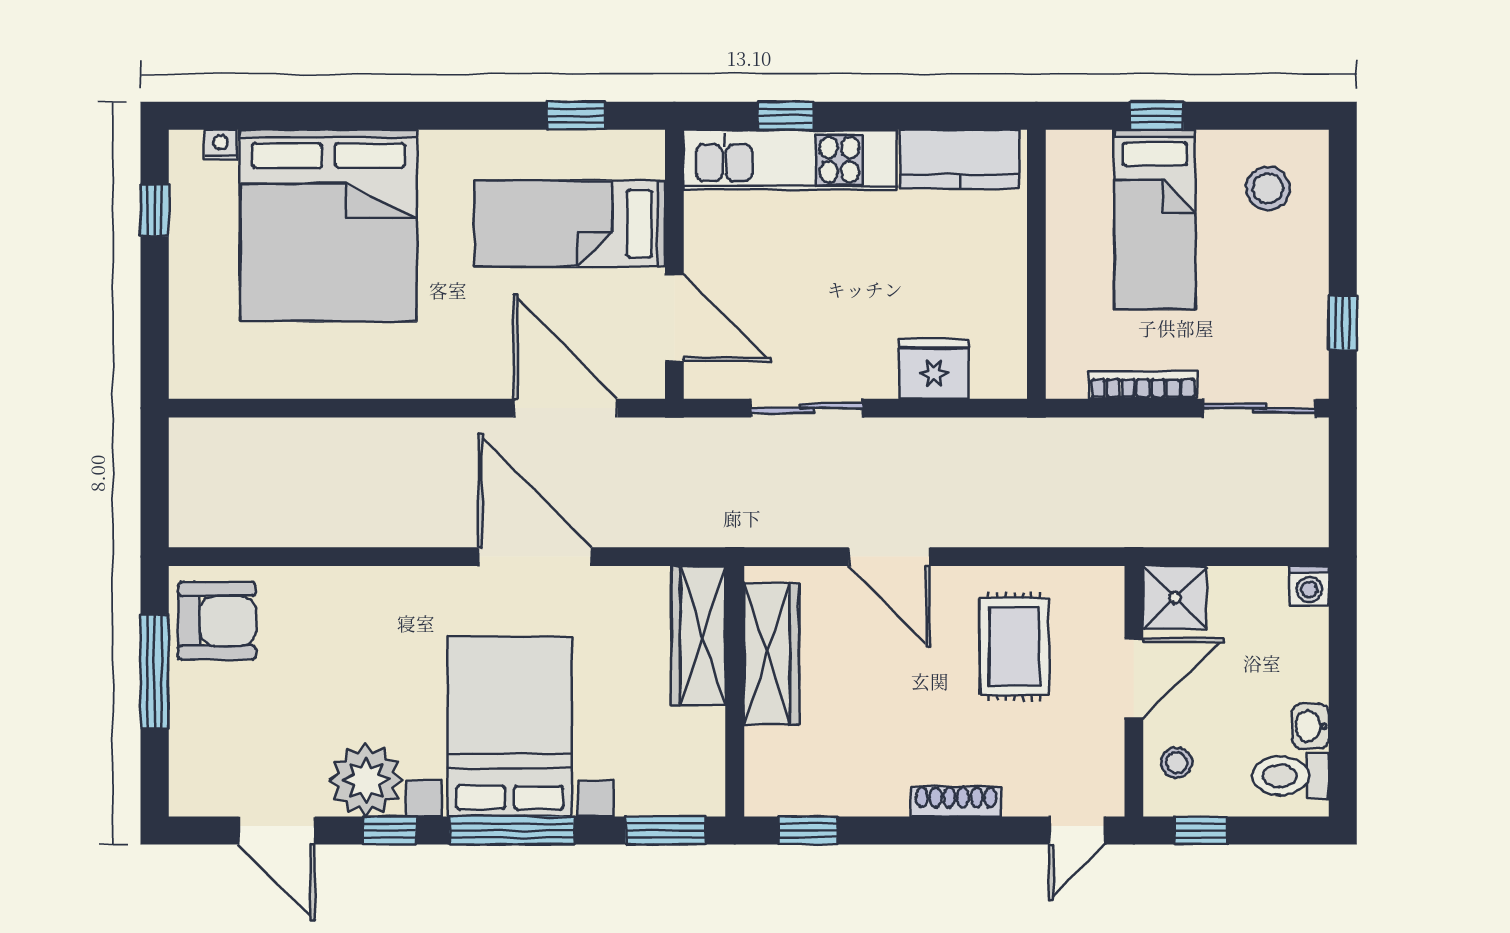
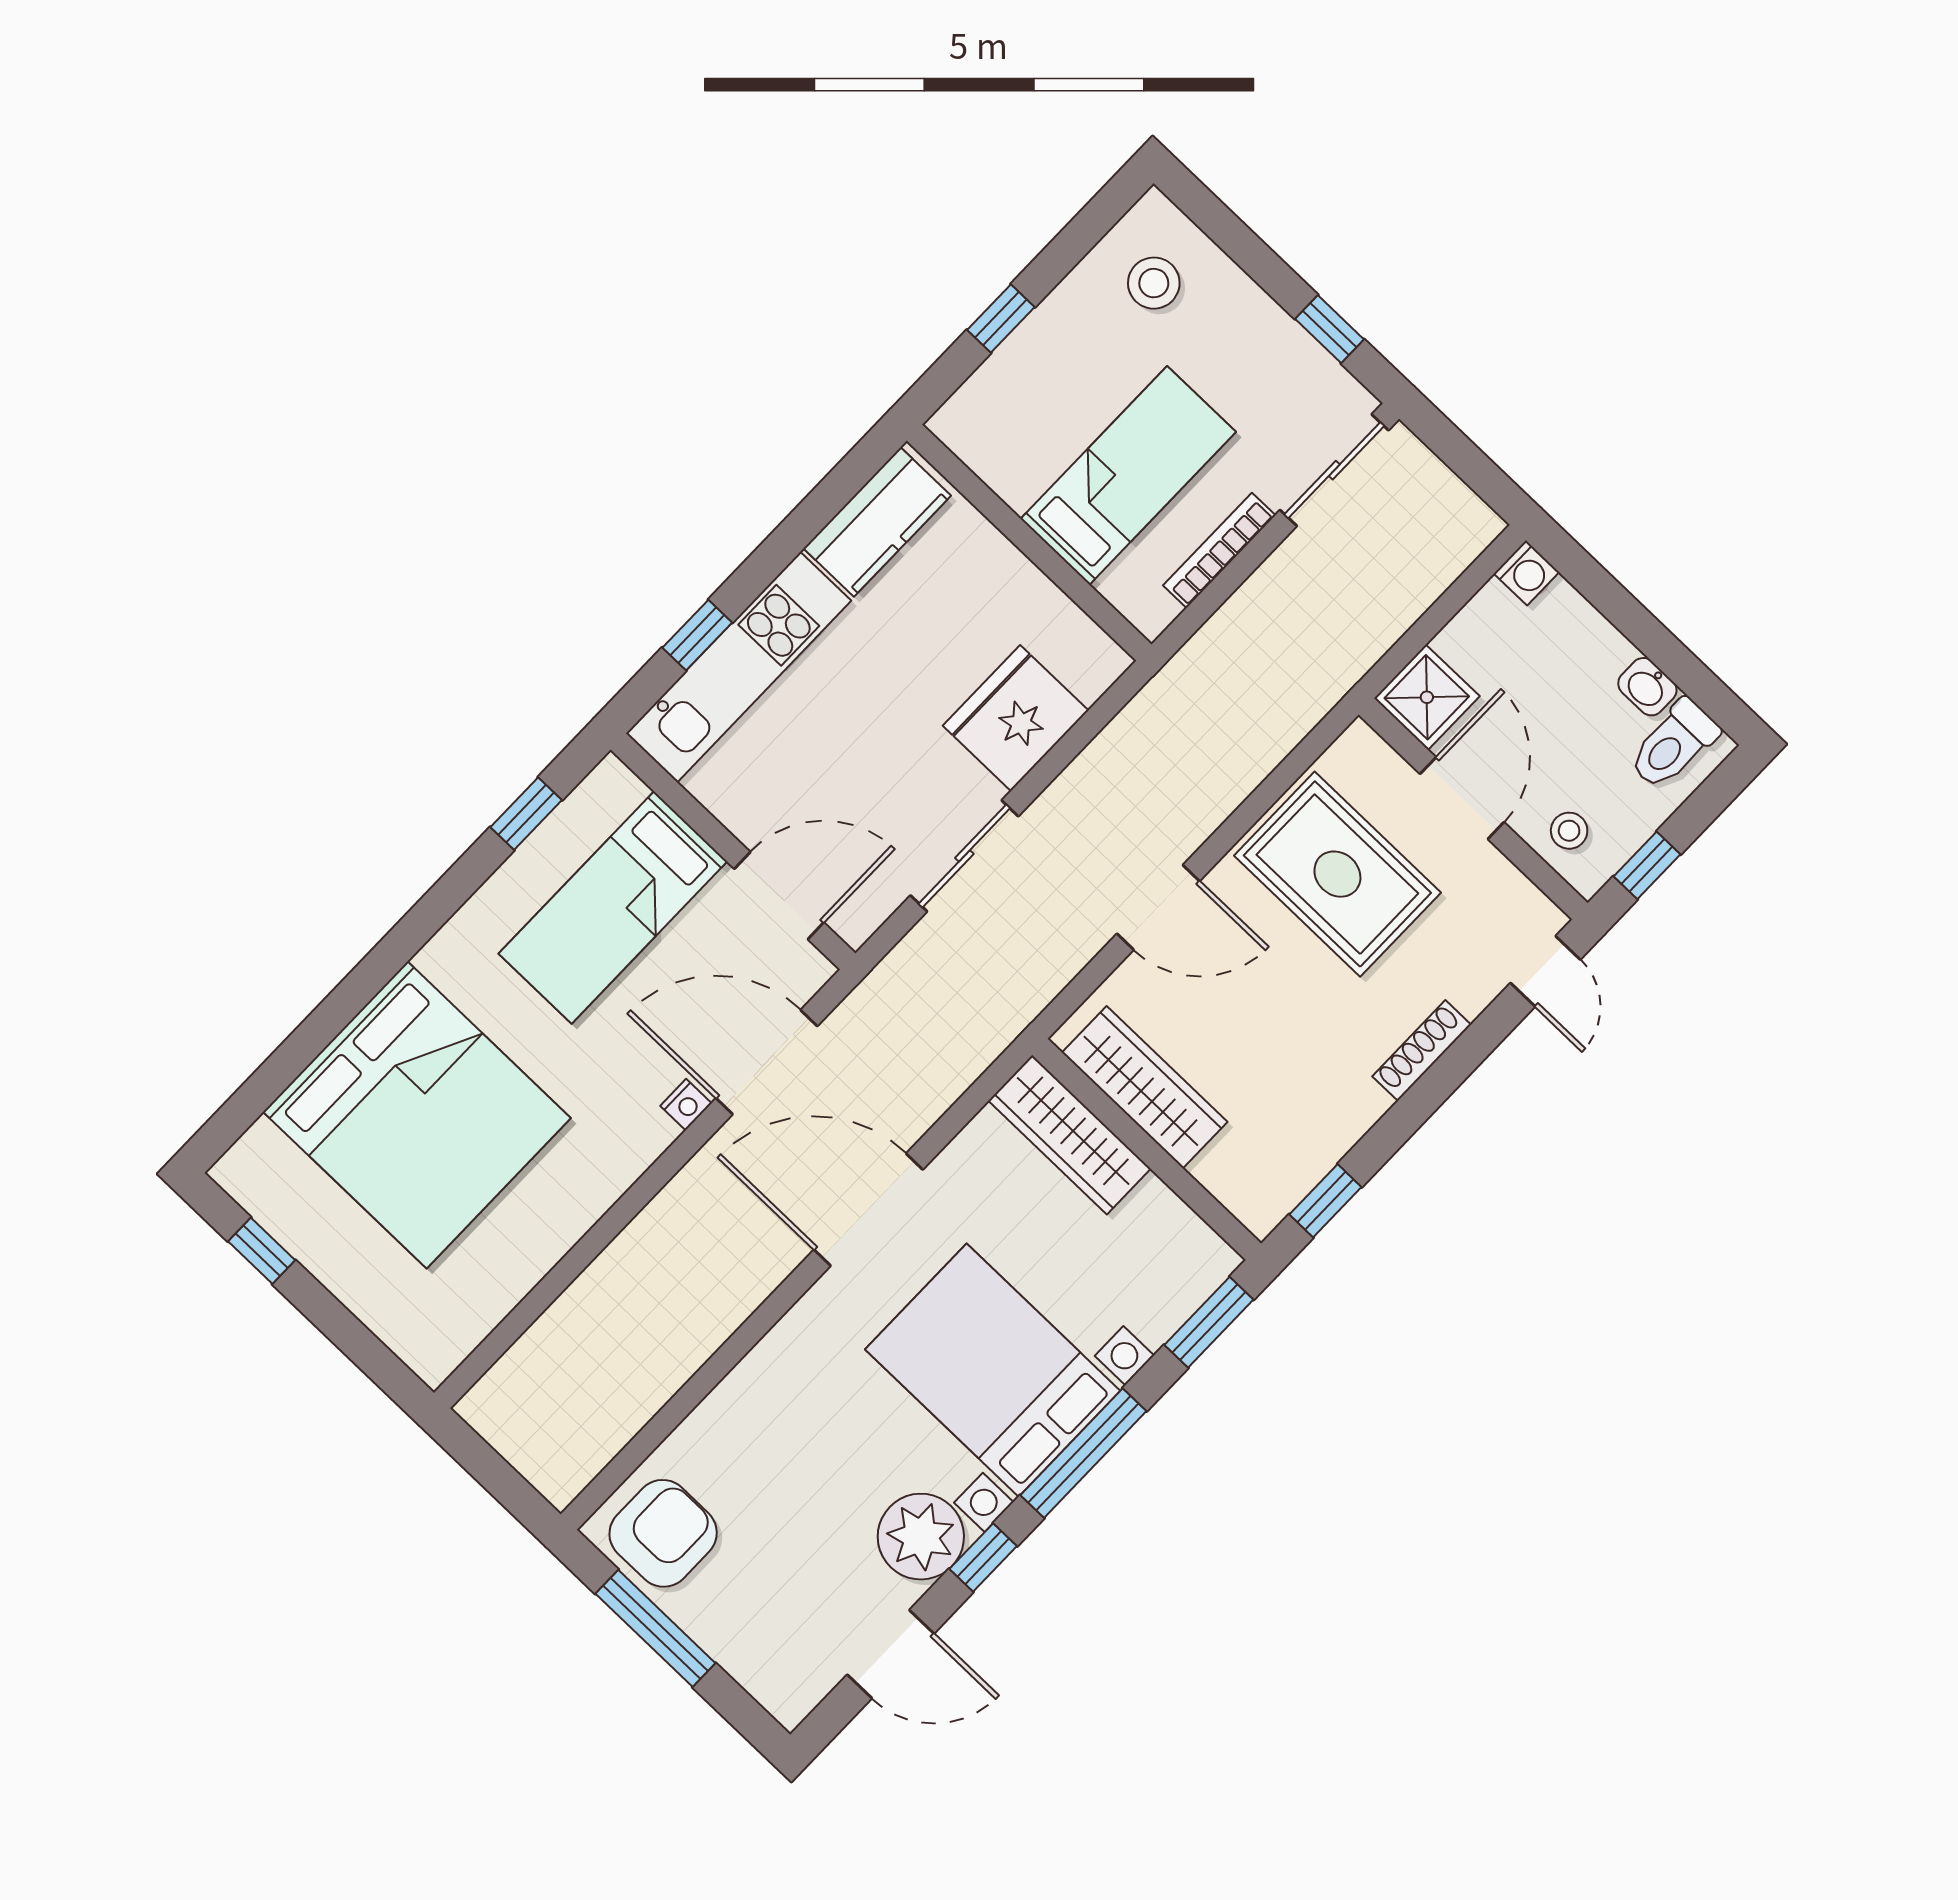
nightstand: (221, 145) -> (686, 1105), moved, turned 180
bed: (1155, 219) -> (1128, 475), moved, turned -90
fridge: (934, 369) -> (1016, 718), width x1.36, depth x1.34
rug: (1014, 647) -> (1337, 874), width x1.36, depth x1.43

